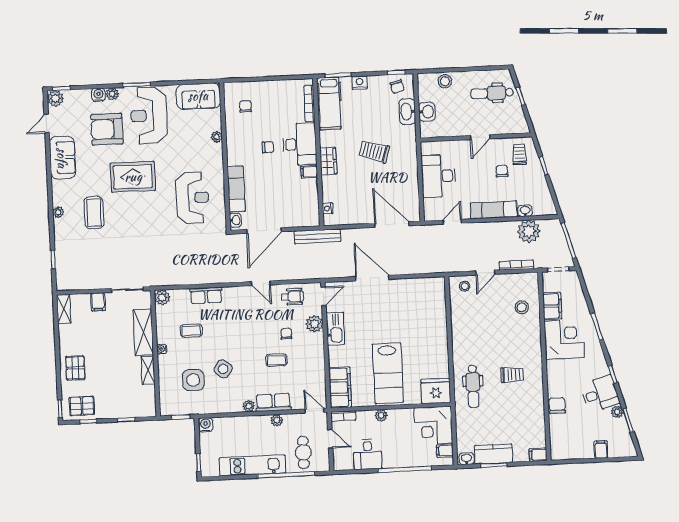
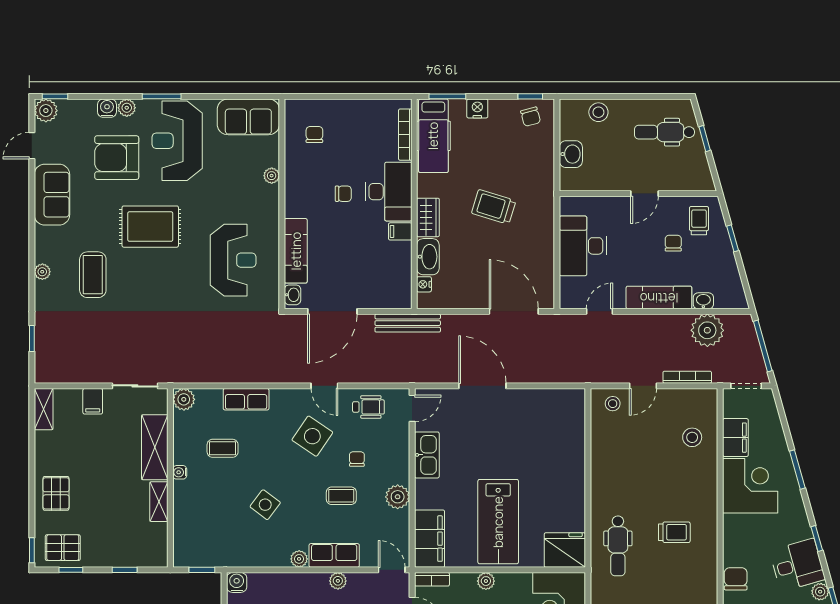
washbasin: (407, 112) -> (428, 257), moved, turned 180
plant: (314, 324) -> (398, 497), moved
side table: (193, 380) -> (312, 436), moved, turned 34

